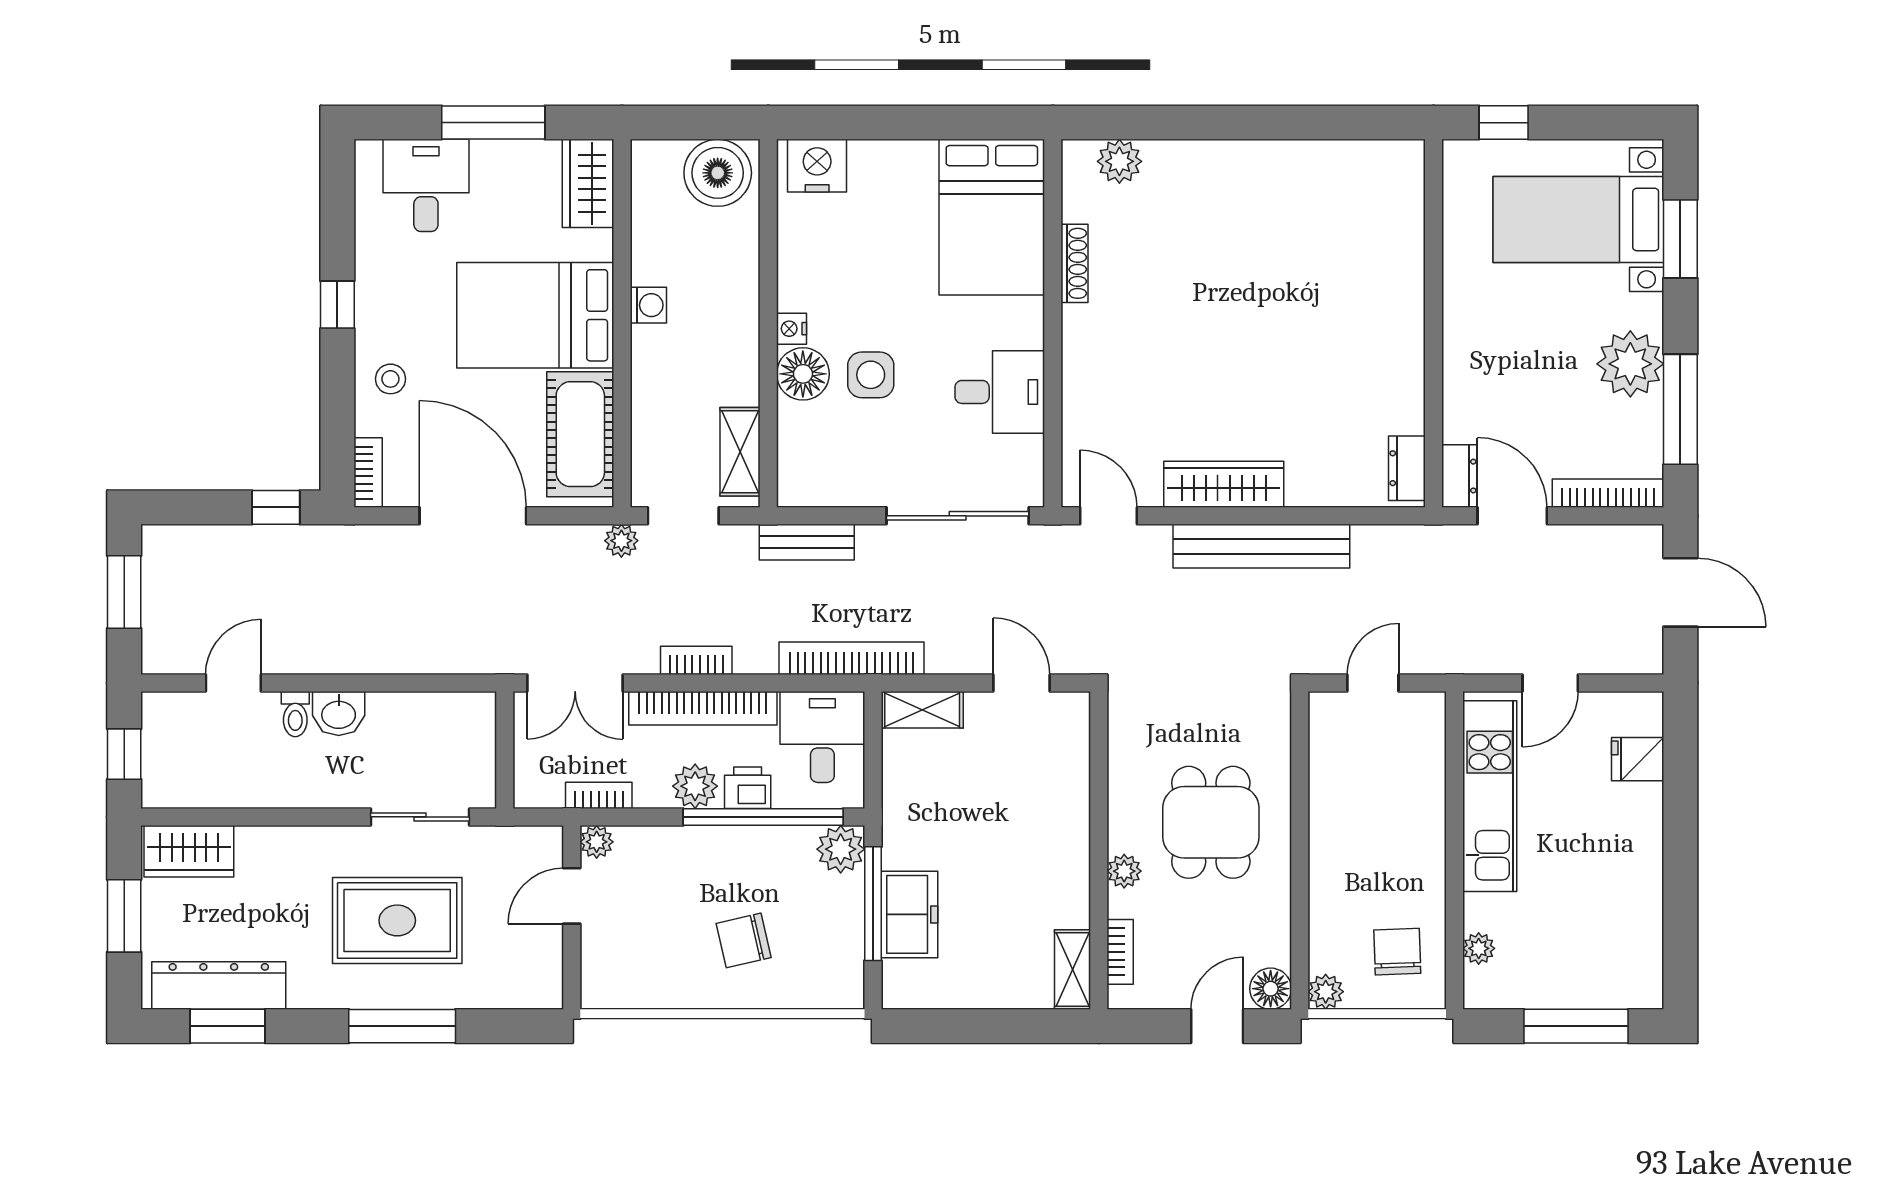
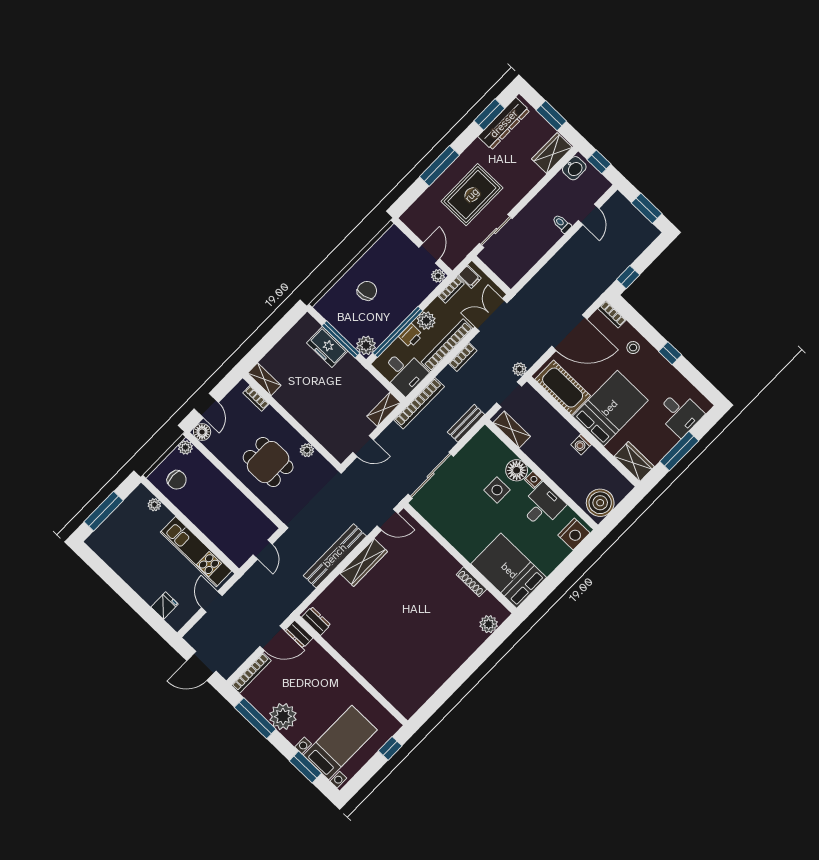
desk: (1000, 392) -> (542, 506), moved, turned 180
washbasin: (339, 713) -> (574, 168), moved, turned 180
filing cabinet: (545, 785) -> (470, 277), added
plant: (1124, 871) -> (307, 450), moved

